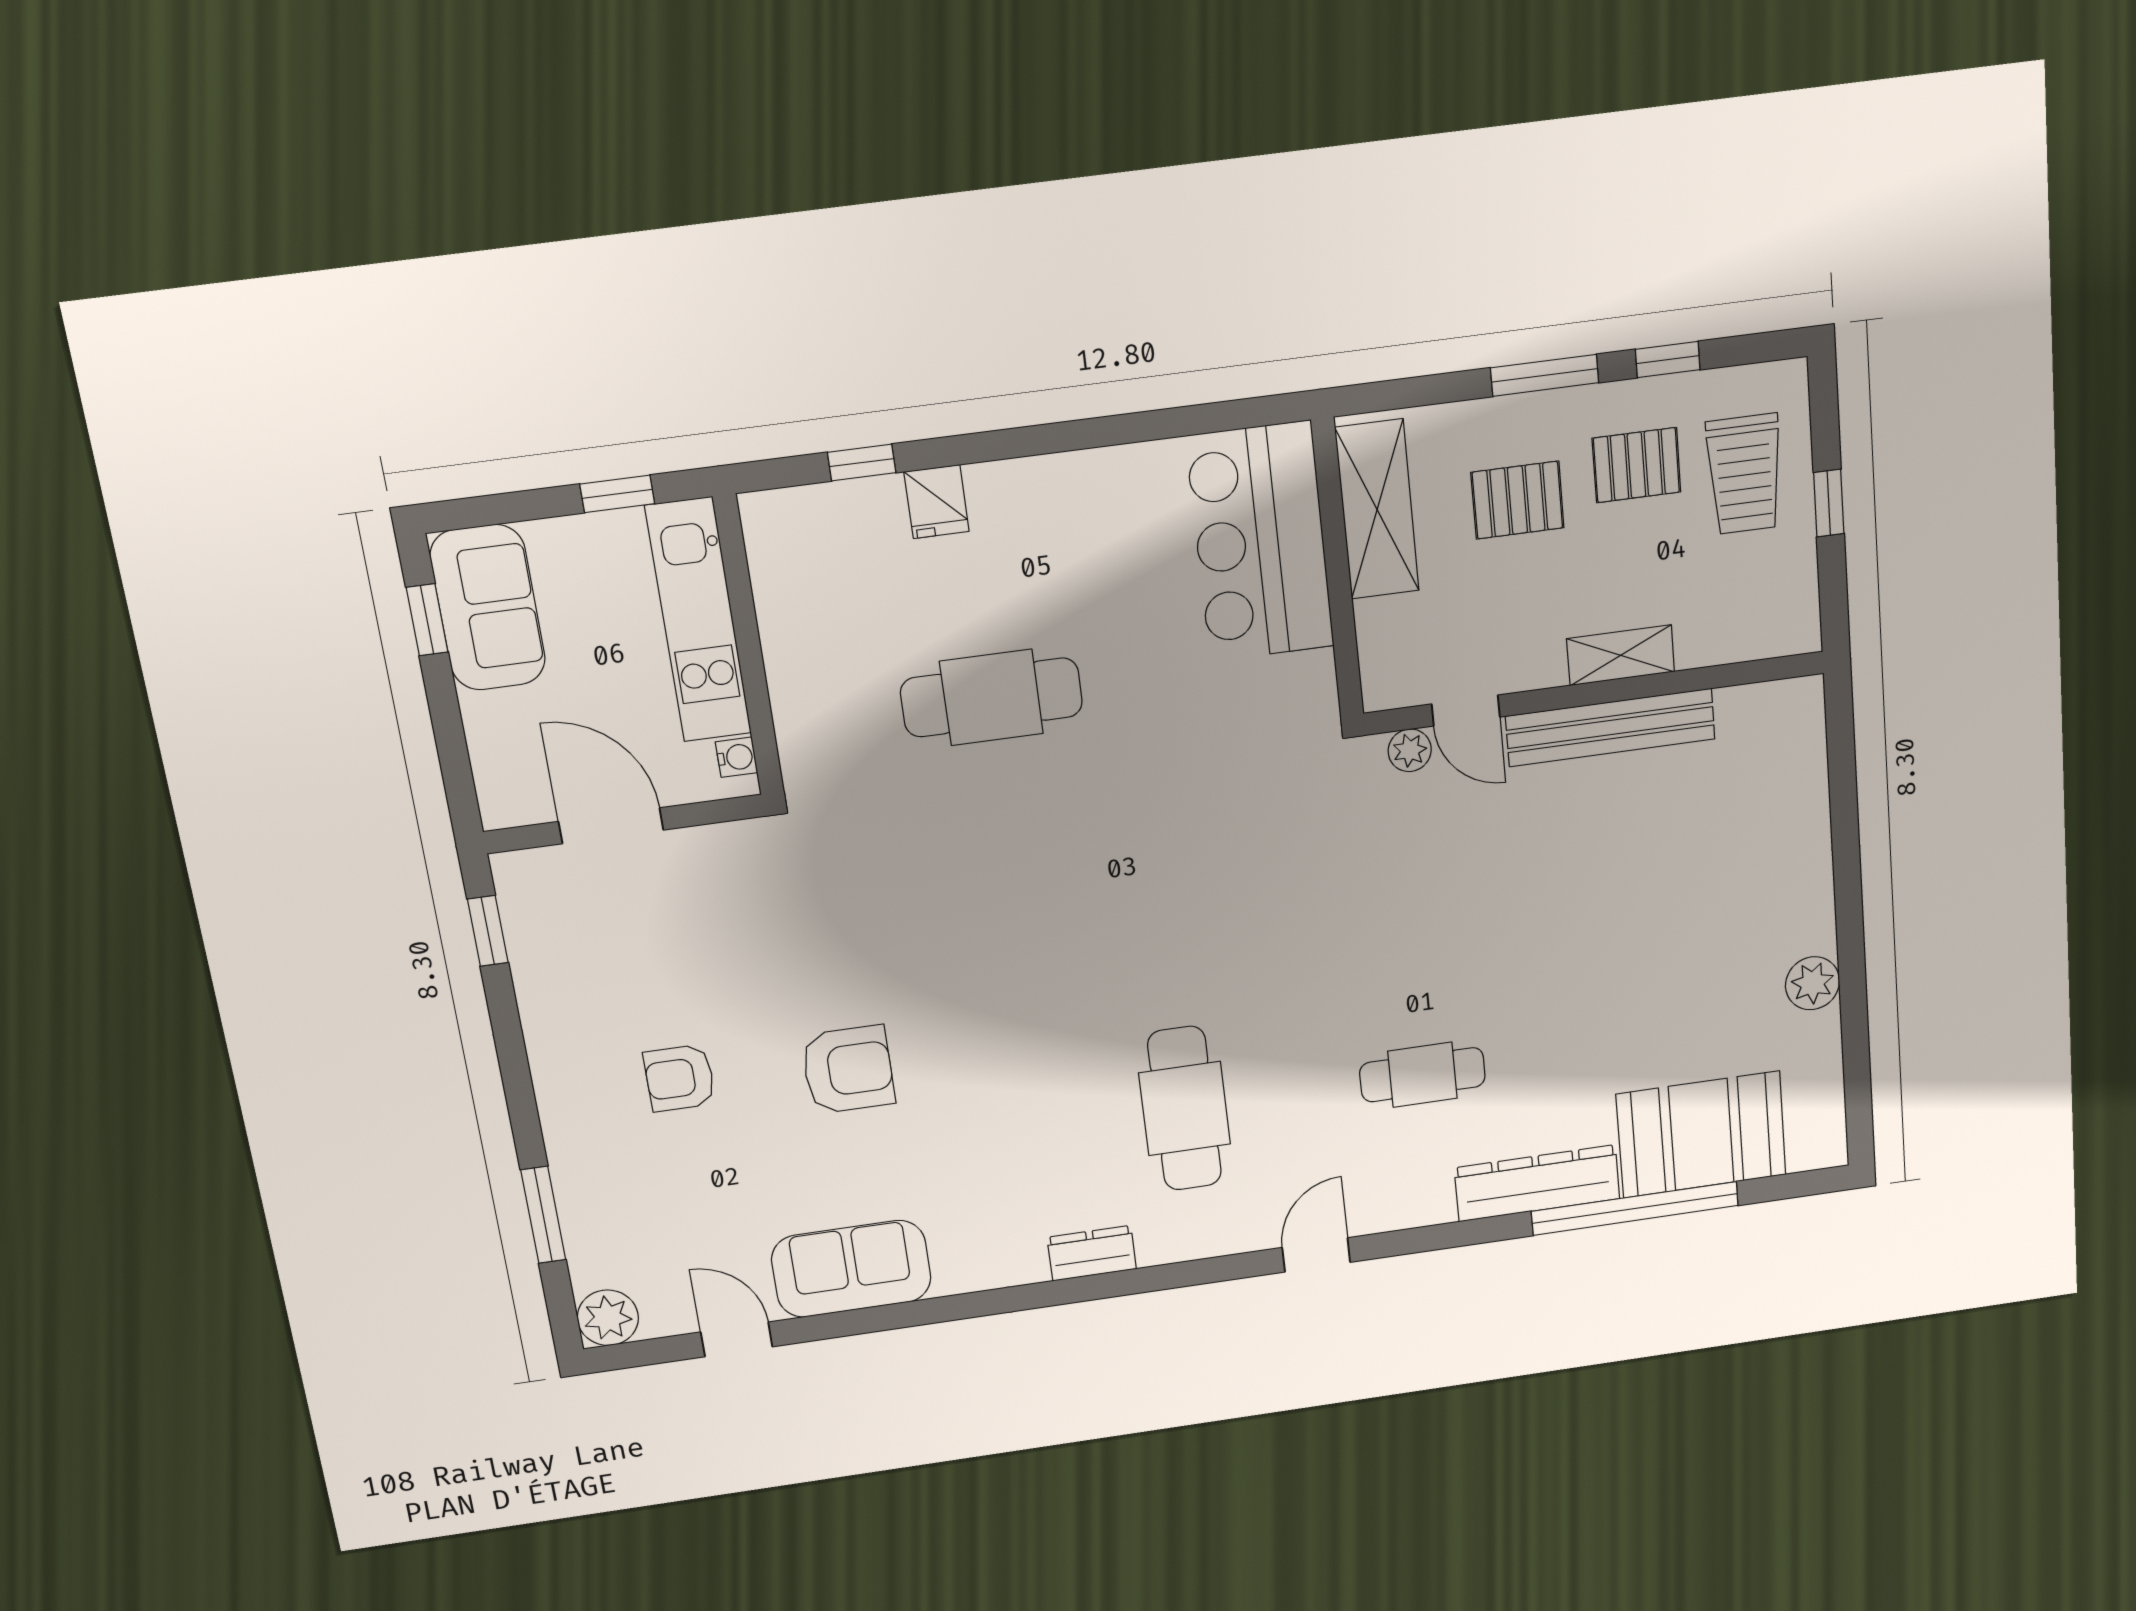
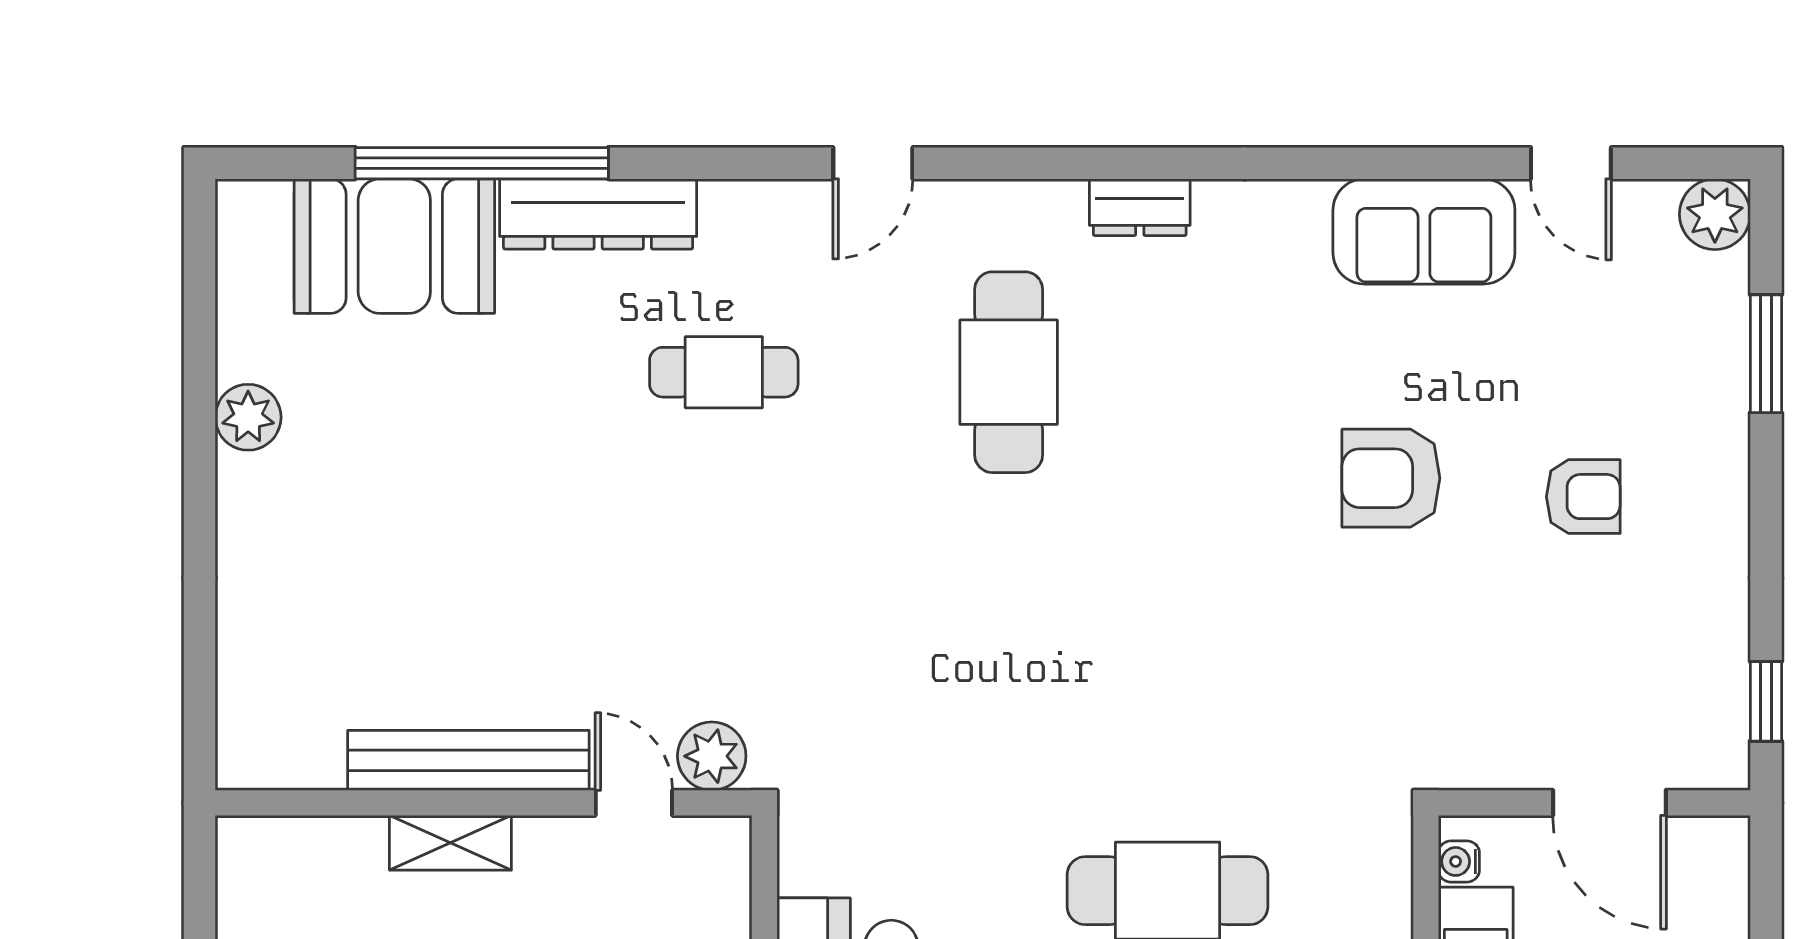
plant: (1410, 750) -> (712, 756), width x1.38, depth x1.38

